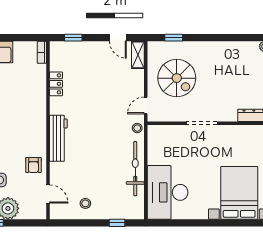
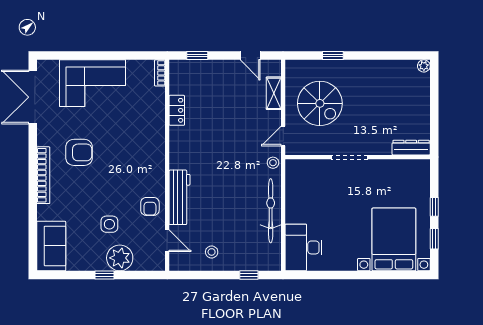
window: (174, 38) -> (333, 56), moved
shelving: (138, 55) -> (274, 93), moved
workbench: (58, 138) -> (180, 197), moved
desk: (168, 192) -> (303, 247), width x0.73, depth x0.77

